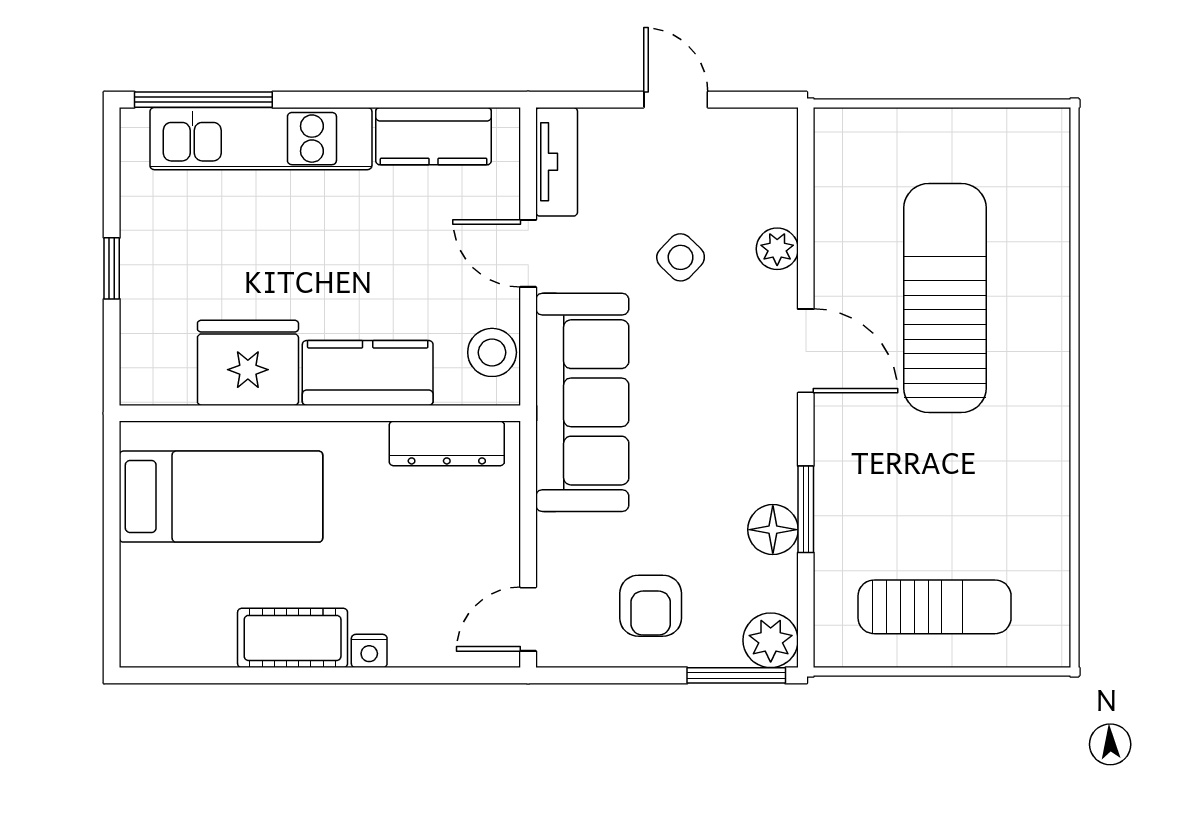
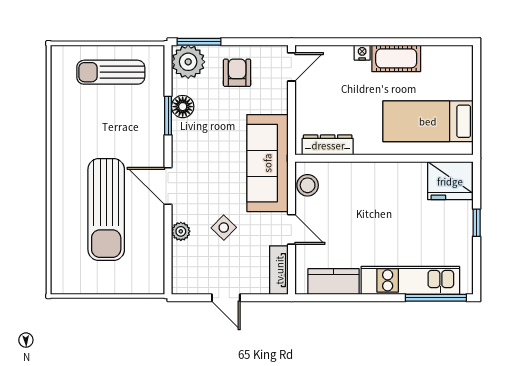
fridge: (248, 363) -> (450, 181), moved
kitchen counter: (368, 373) -> (363, 176), removed
plant: (771, 640) -> (188, 62), width x1.36, depth x1.36

